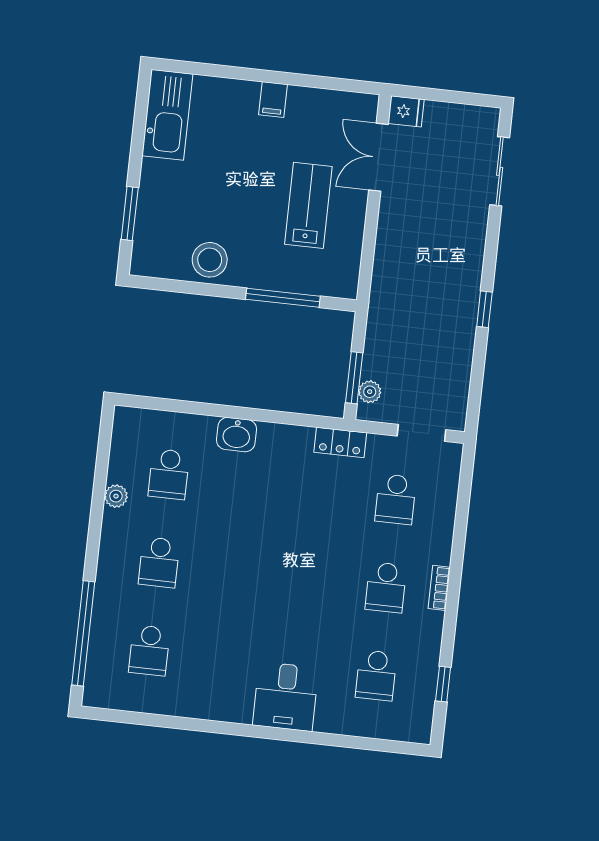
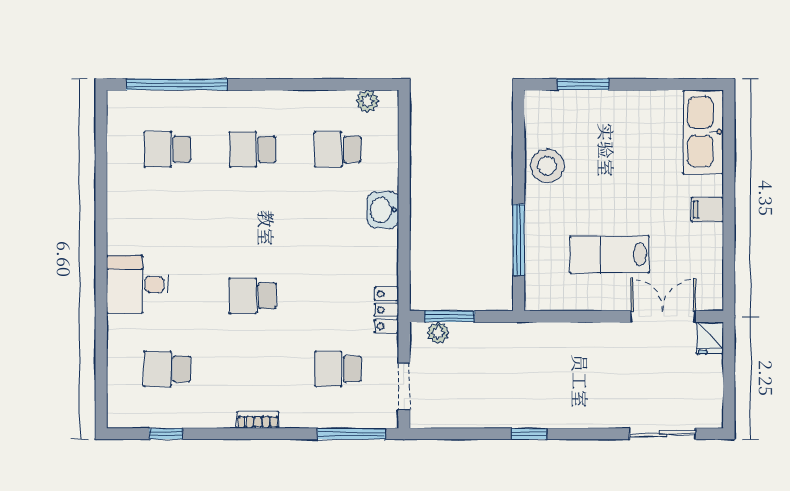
kitchen sink: (167, 115) -> (703, 132), moved, turned 90
lab bench: (308, 205) -> (610, 254), turned 180
window: (464, 492) -> (352, 434), added
plant: (116, 496) -> (367, 101), moved
school desk: (386, 587) -> (253, 296), moved

